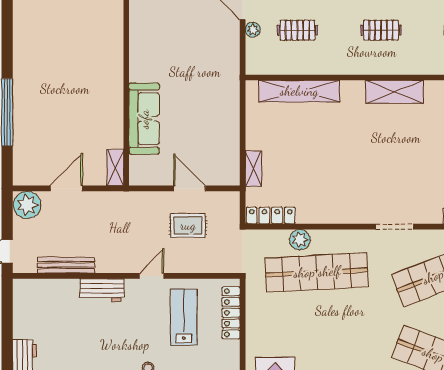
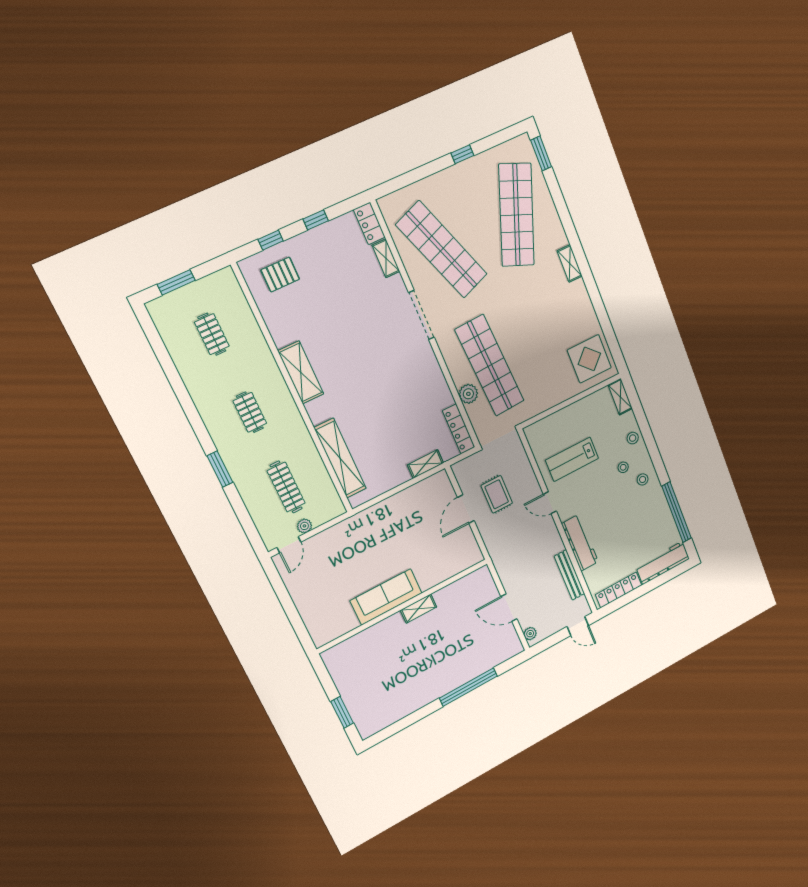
clothes rail: (297, 30) -> (286, 487), width x1.36
sofa: (144, 119) -> (386, 597), moved
shelving: (115, 168) -> (419, 609), moved
plant: (27, 205) -> (530, 634), width x0.53, depth x0.53
doorway: (395, 227) -> (421, 315), width x1.36
workbench: (102, 290) -> (580, 543), width x1.37
locker: (231, 313) -> (619, 590), moved, turned 180

